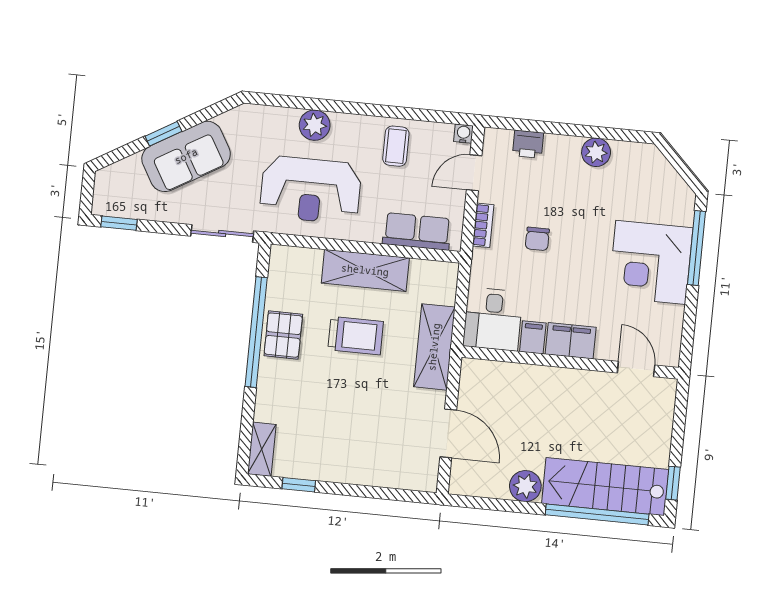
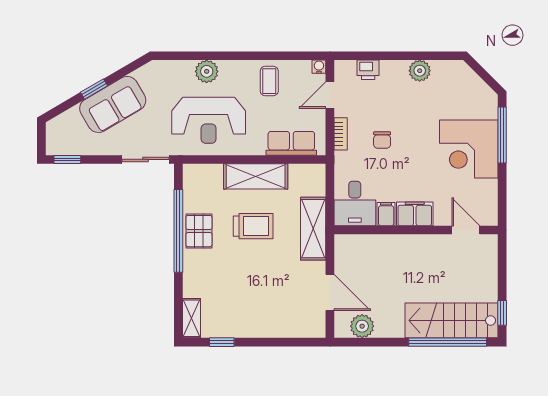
plant: (525, 486) -> (362, 326), moved

